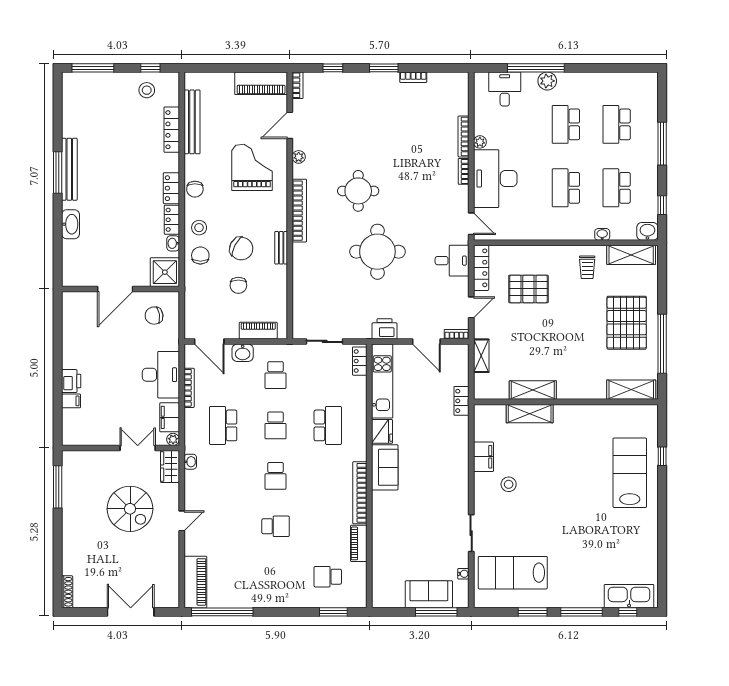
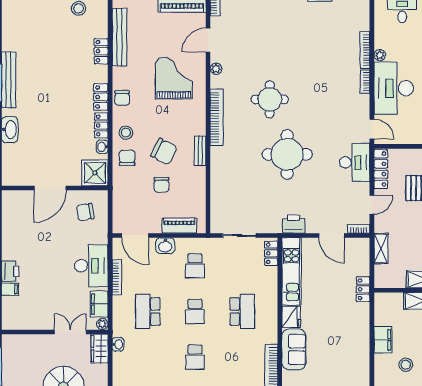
locker: (172, 130) -> (101, 51), width x0.66
desk: (452, 261) -> (355, 162), width x1.37

